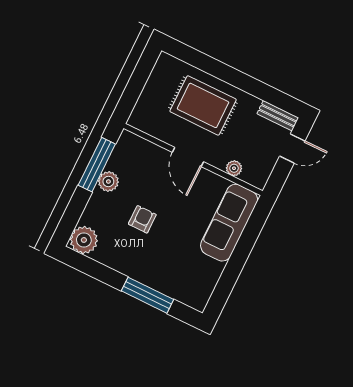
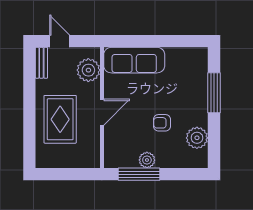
plant: (234, 168) -> (88, 70), width x1.88, depth x1.88
plant: (84, 240) -> (197, 138), moved

